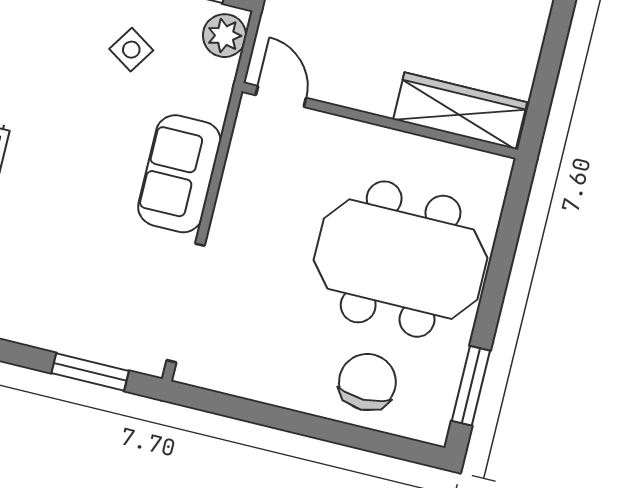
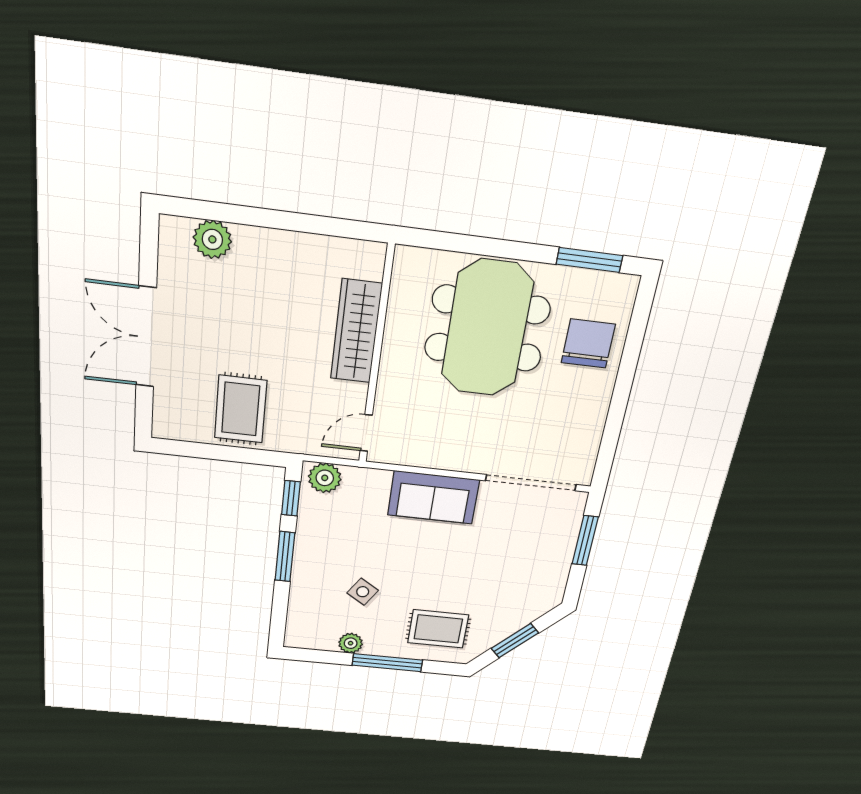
side table: (131, 50) -> (363, 592), moved
wardrobe: (460, 111) -> (356, 331), moved
chair: (367, 382) -> (588, 344), turned 90

